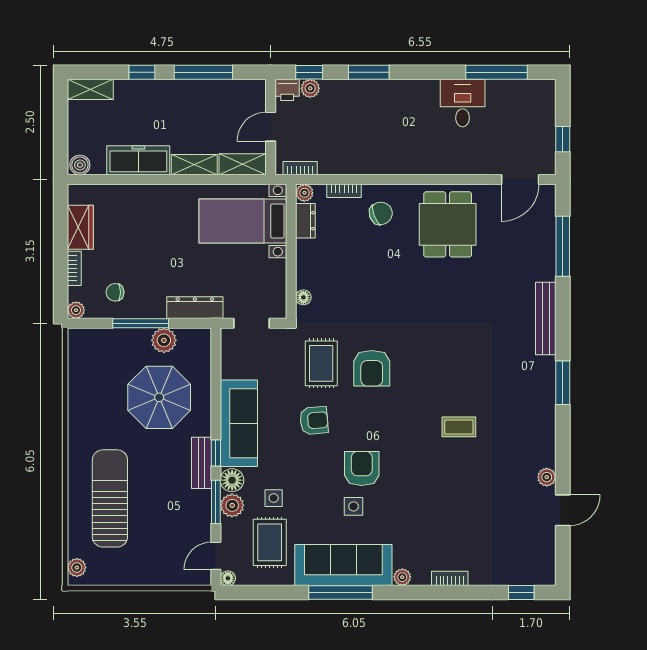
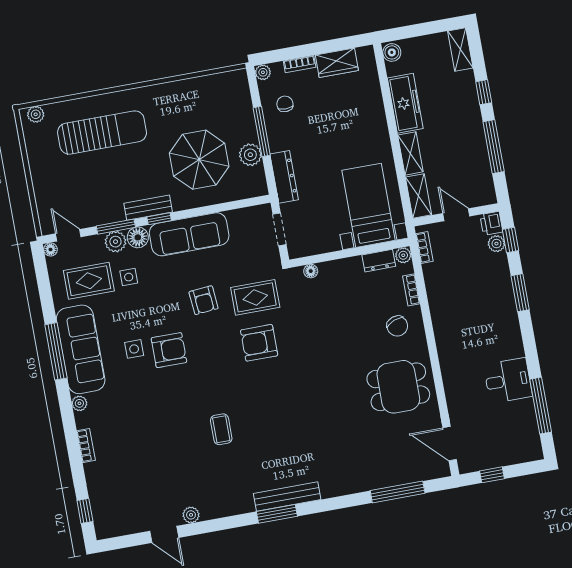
bench: (546, 319) -> (287, 497), moved

